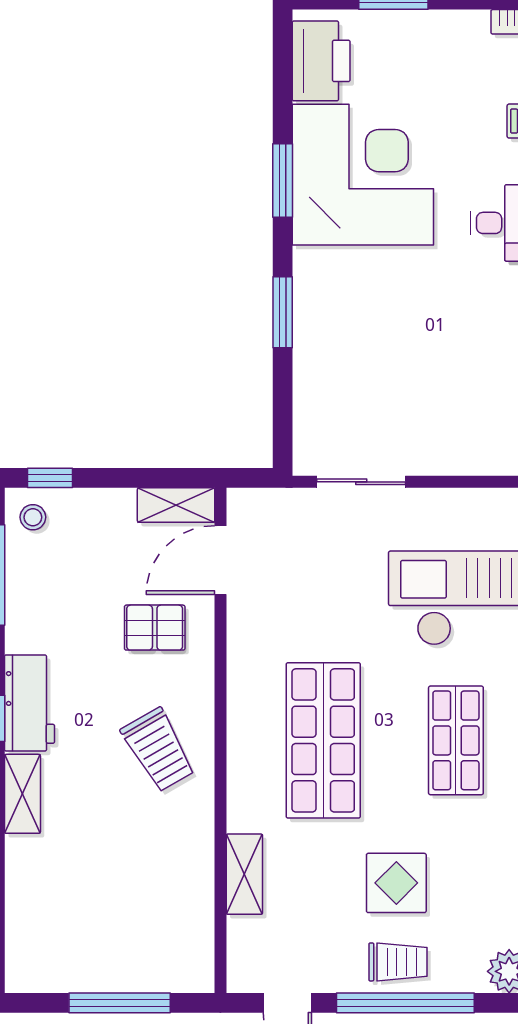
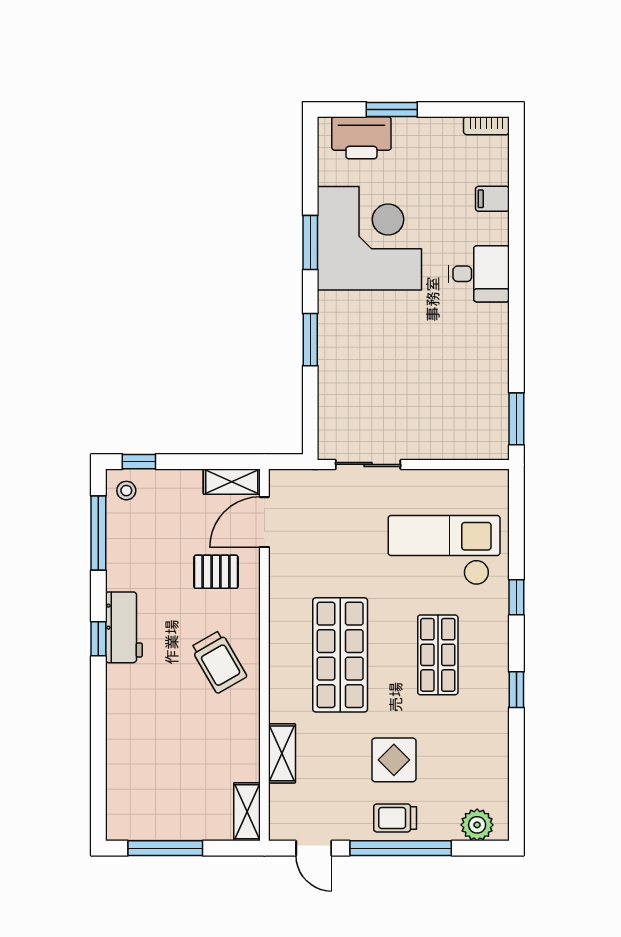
printer: (321, 61) -> (361, 138), moved, turned 90
shelving: (22, 794) -> (247, 812), moved
trolley: (398, 962) -> (395, 818), turned 180
window: (120, 1003) -> (165, 848), moved

